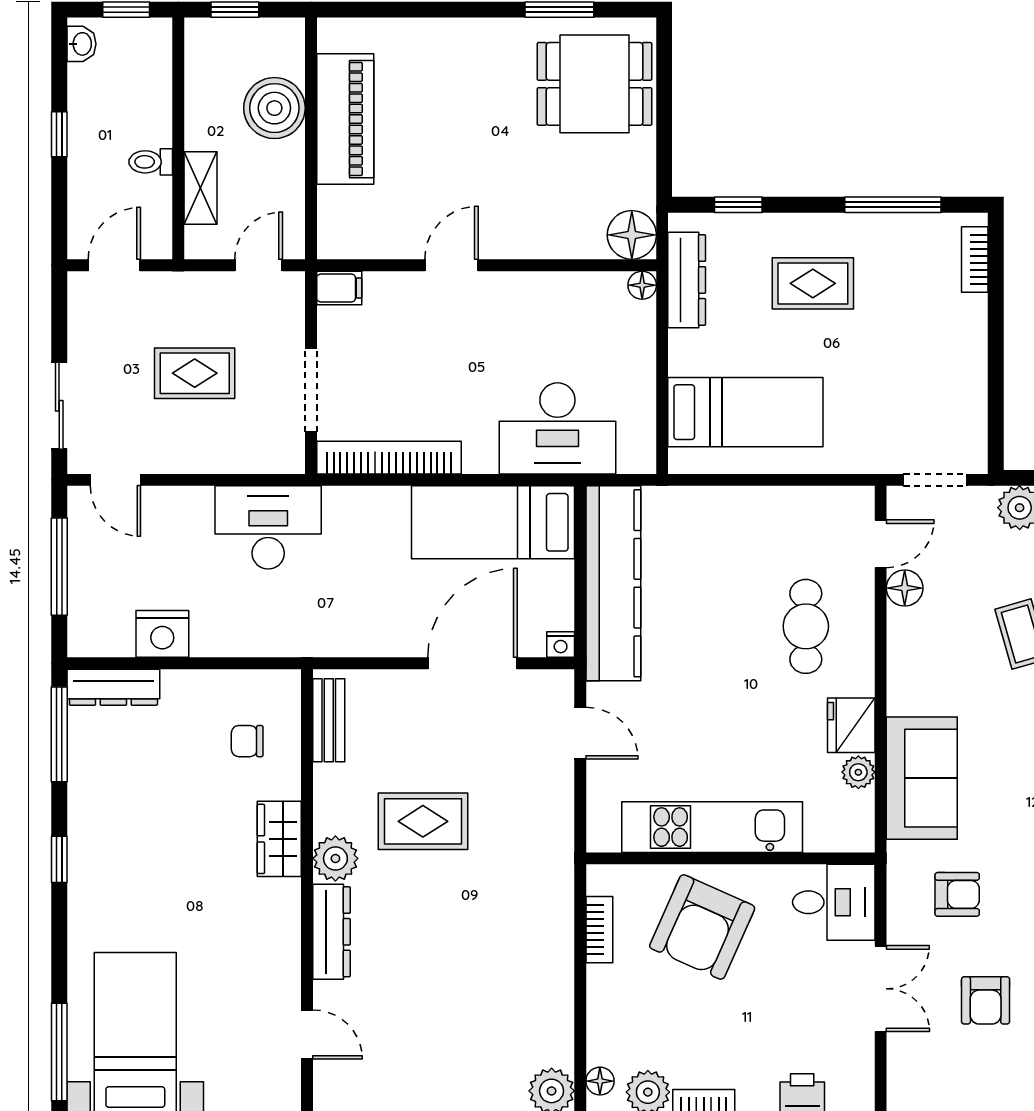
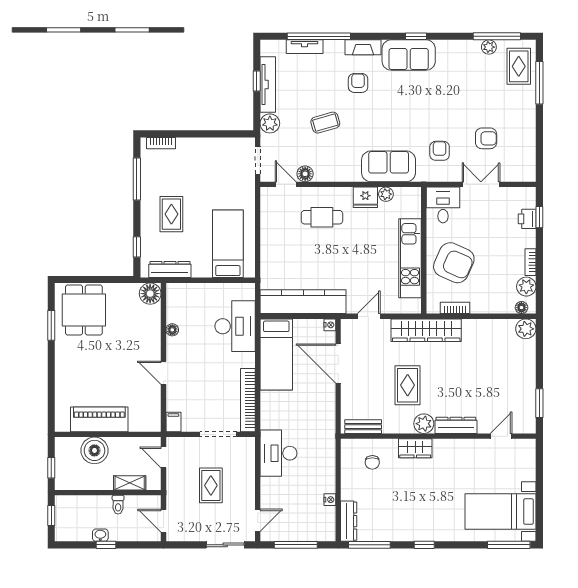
washbasin: (81, 44) -> (100, 535), moved
floor lamp: (642, 285) -> (172, 330), moved
nightstand: (162, 634) -> (330, 500), width x0.53, depth x0.56
wardrobe: (548, 864) -> (426, 330), added

